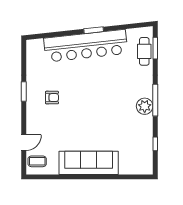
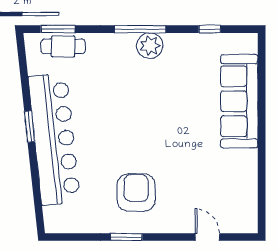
armchair: (52, 98) -> (136, 192), width x1.88, depth x1.88
coffee table: (37, 161) -> (237, 216), removed
sofa: (89, 163) -> (239, 101), moved

